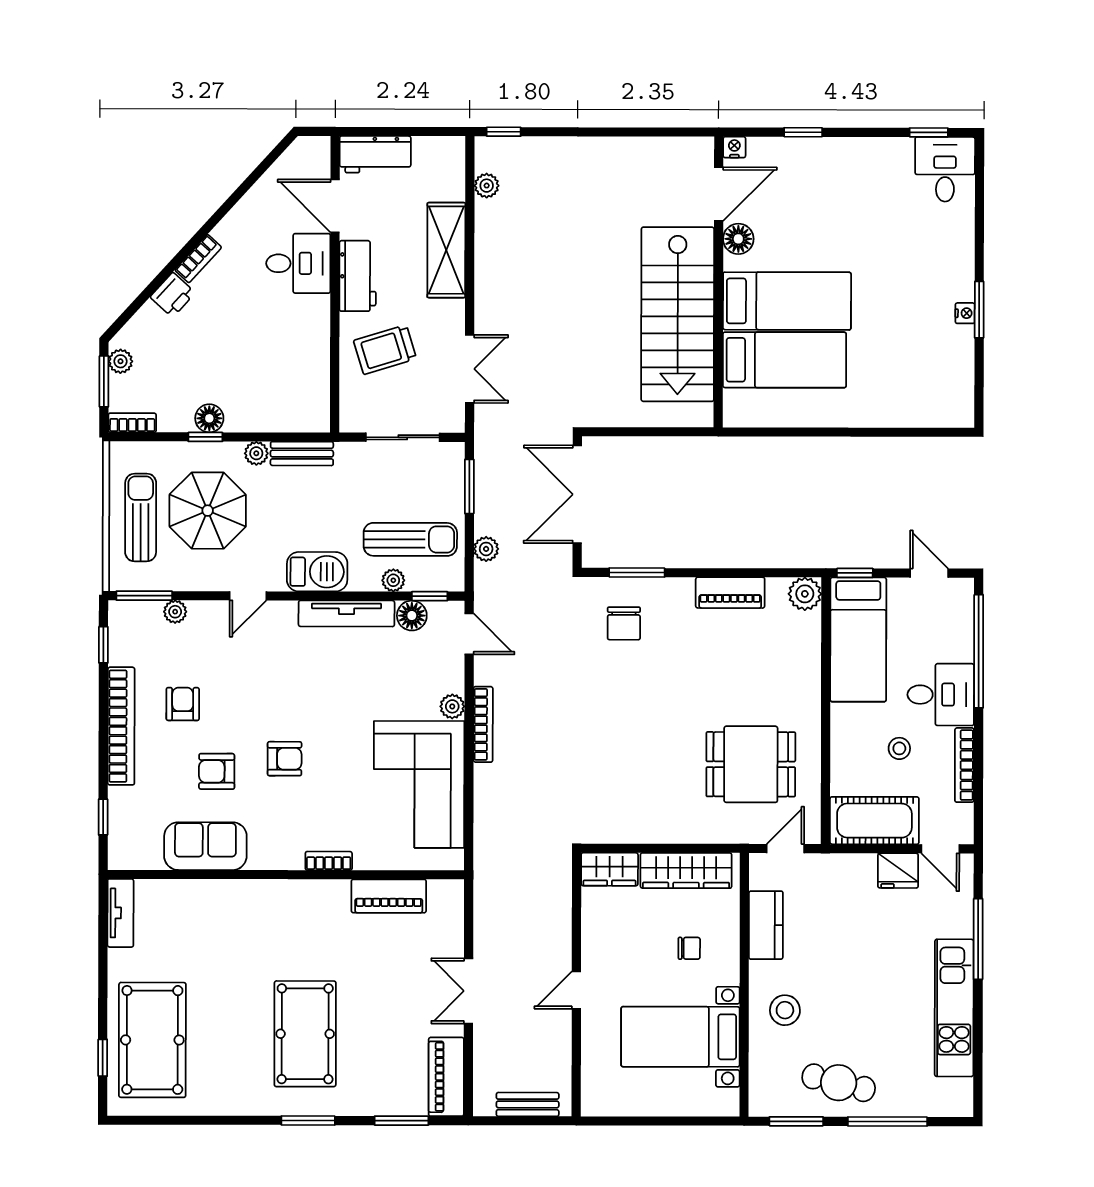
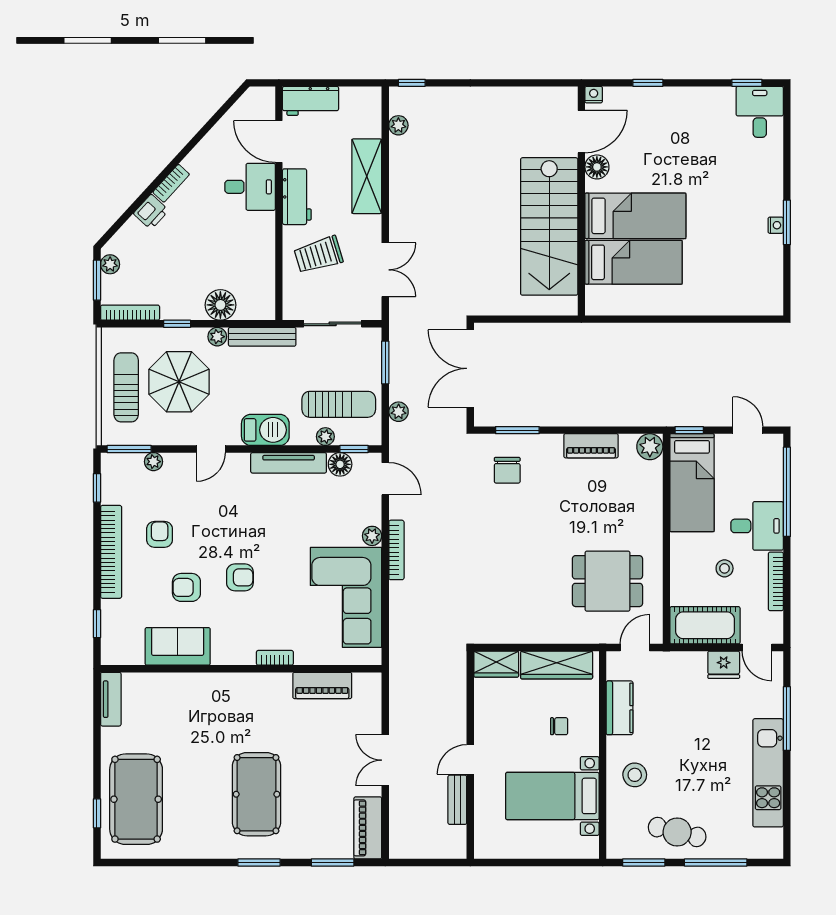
floor lamp: (209, 418) -> (220, 305), moved, width x1.38, depth x1.38
bookcase: (132, 423) -> (130, 313), width x1.56
bench: (302, 454) -> (262, 337), width x1.36
bench: (528, 1104) -> (457, 800), moved, turned 90

